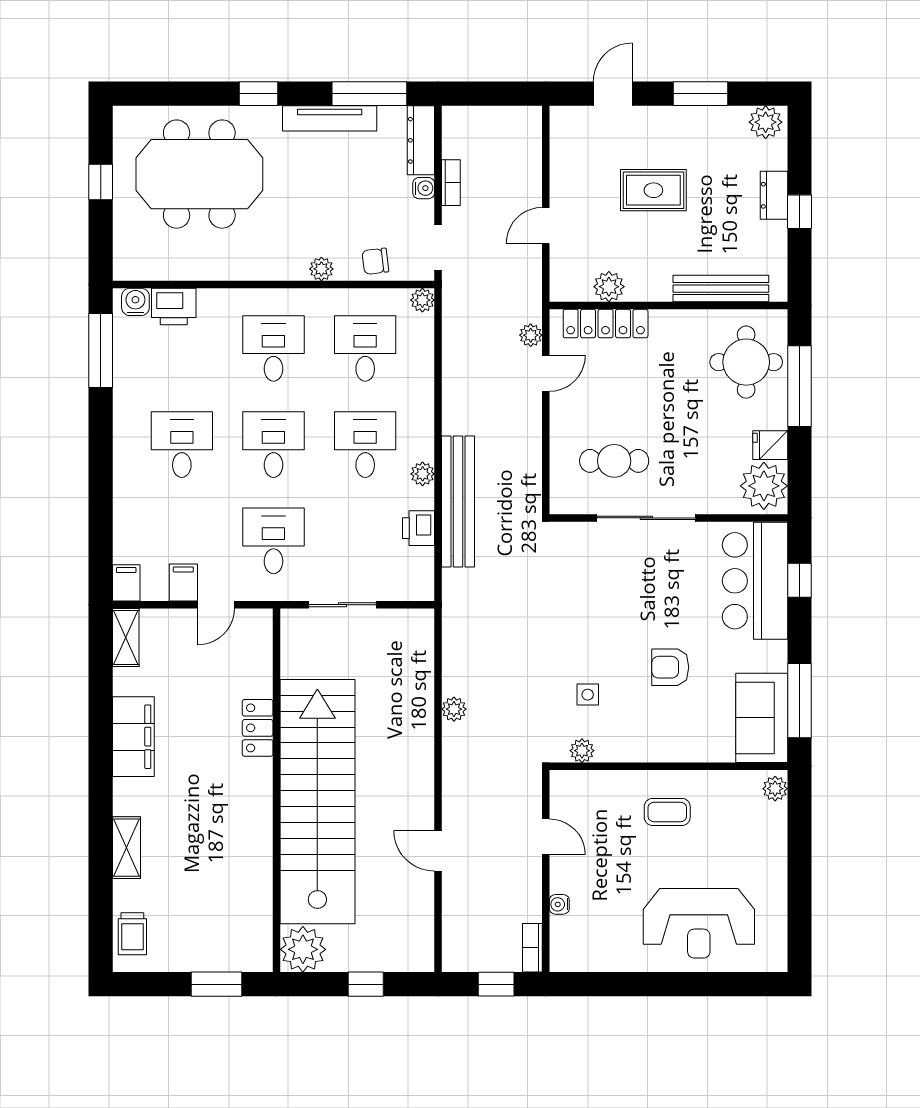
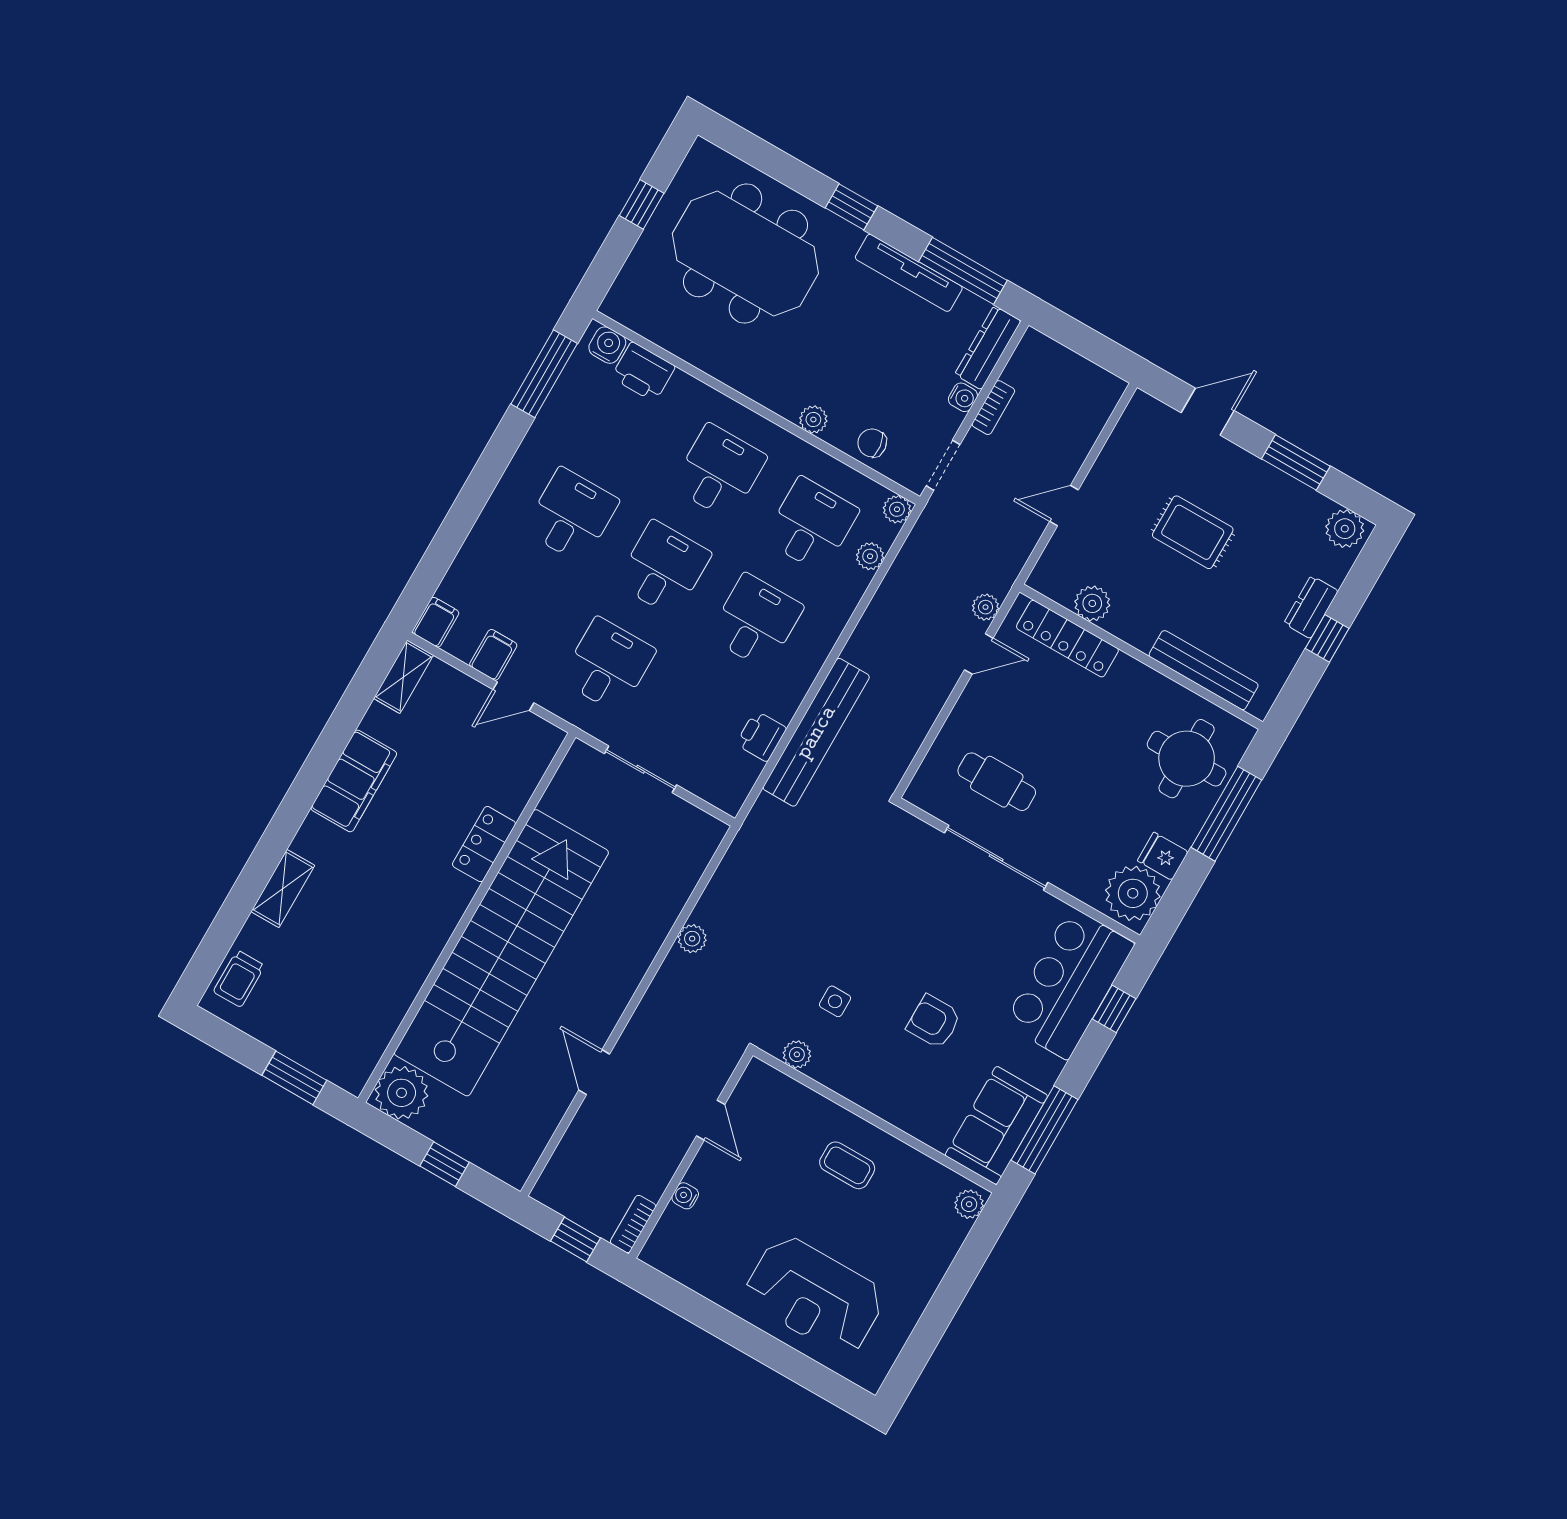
plant: (423, 474) -> (870, 556), moved

